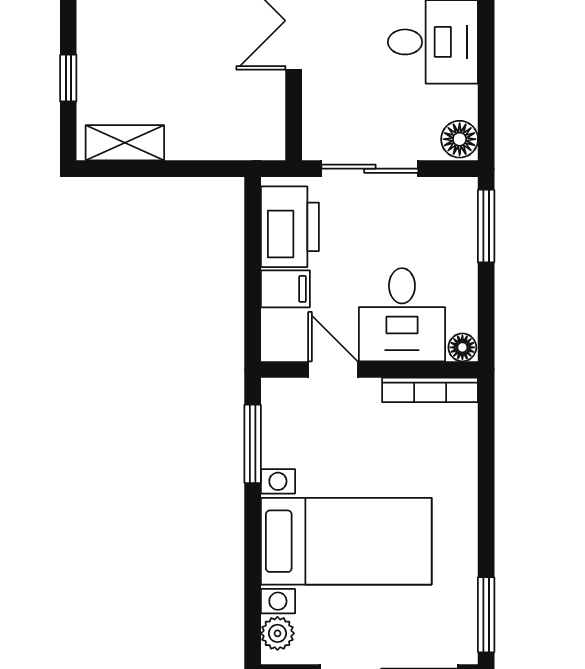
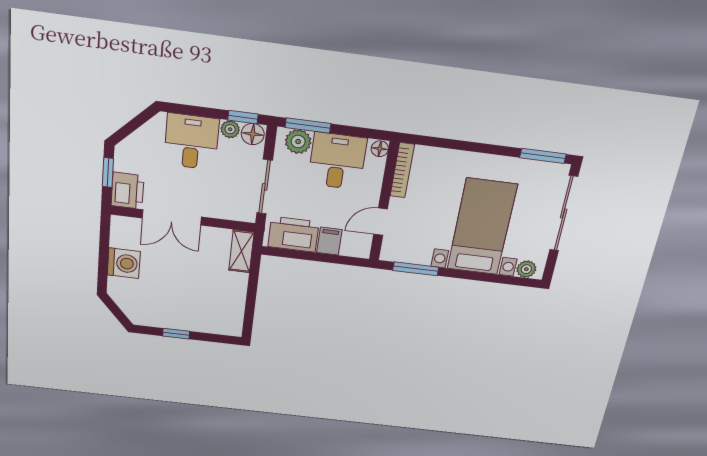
window: (68, 78) -> (176, 334), moved
plant: (463, 102) -> (230, 129), added
window: (486, 121) -> (243, 117), added
shelving: (125, 143) -> (241, 251), moved
plant: (457, 214) -> (298, 142), added
desk: (402, 315) -> (337, 161), moved, turned -90

